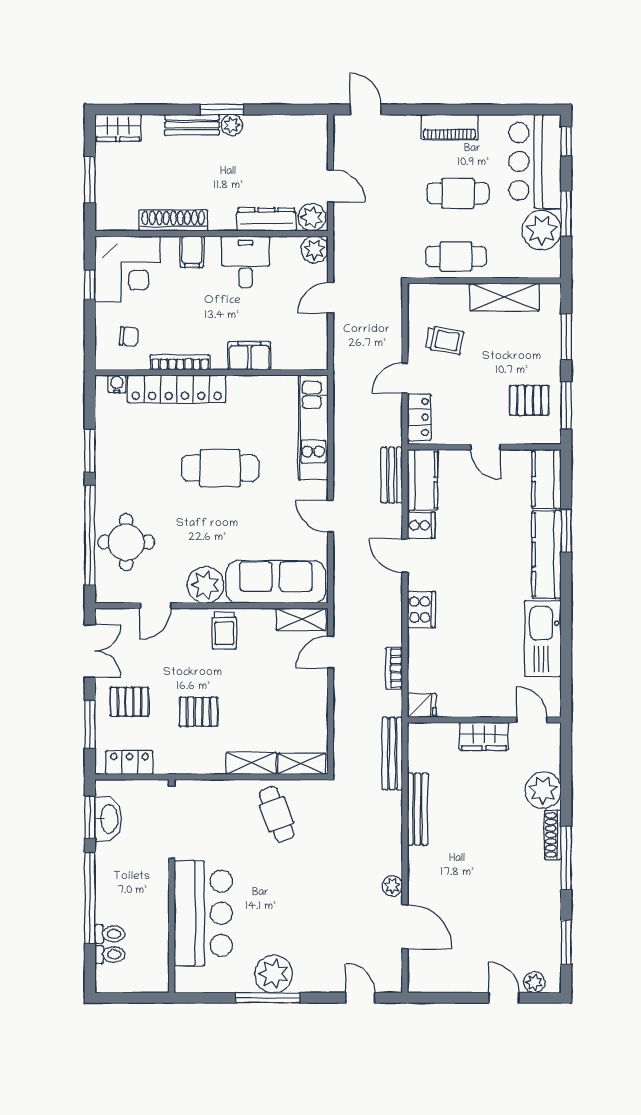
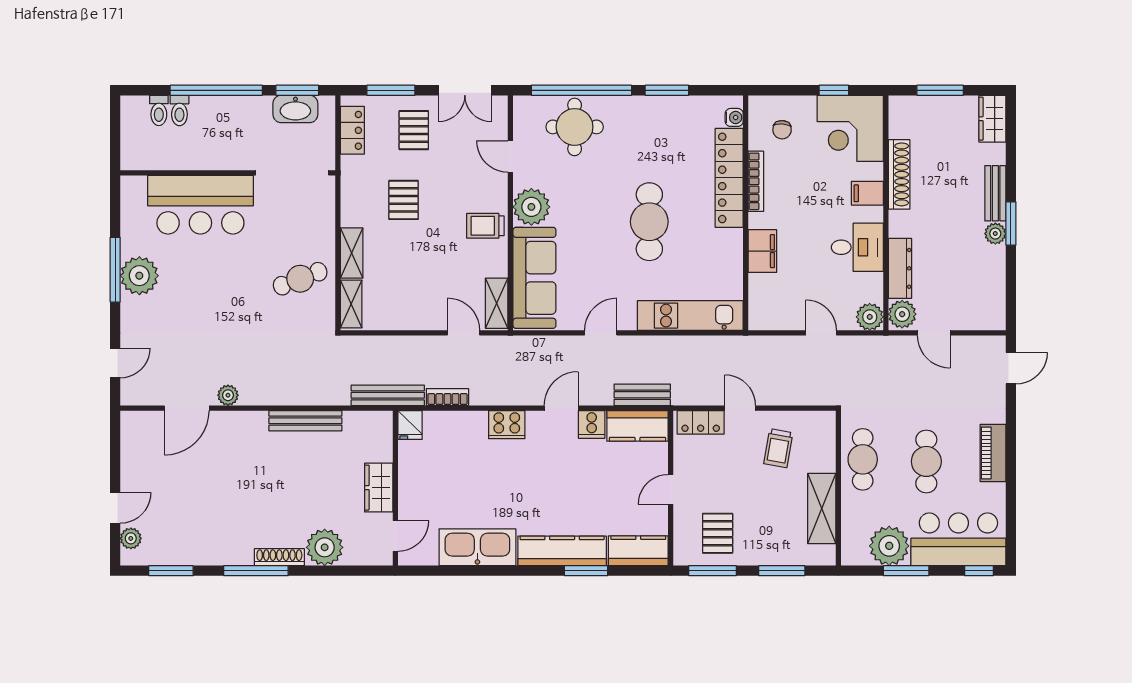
door: (330, 186) -> (934, 333), hinge flipped
bench: (392, 754) -> (388, 395), moved

